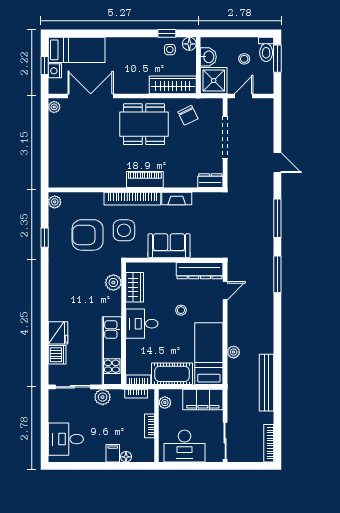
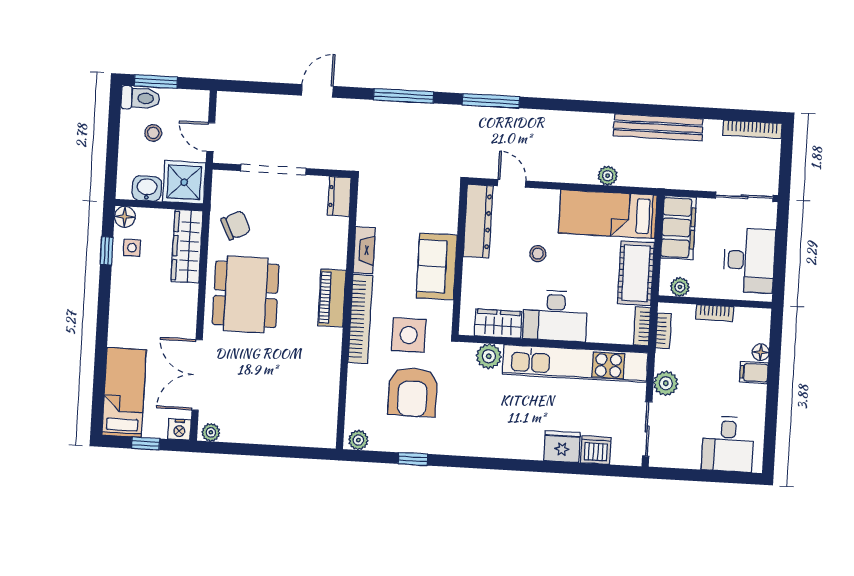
nightstand: (55, 71) -> (179, 429), moved
desk: (142, 324) -> (555, 316), width x1.37
kitchen unit: (112, 351) -> (575, 364), width x1.36

